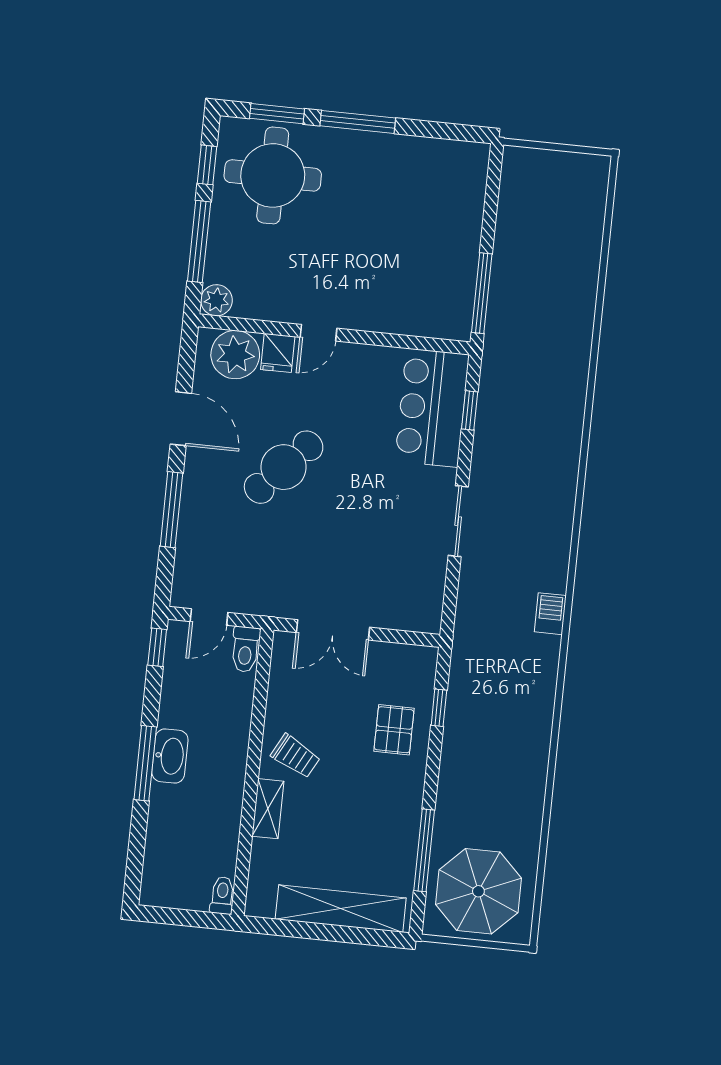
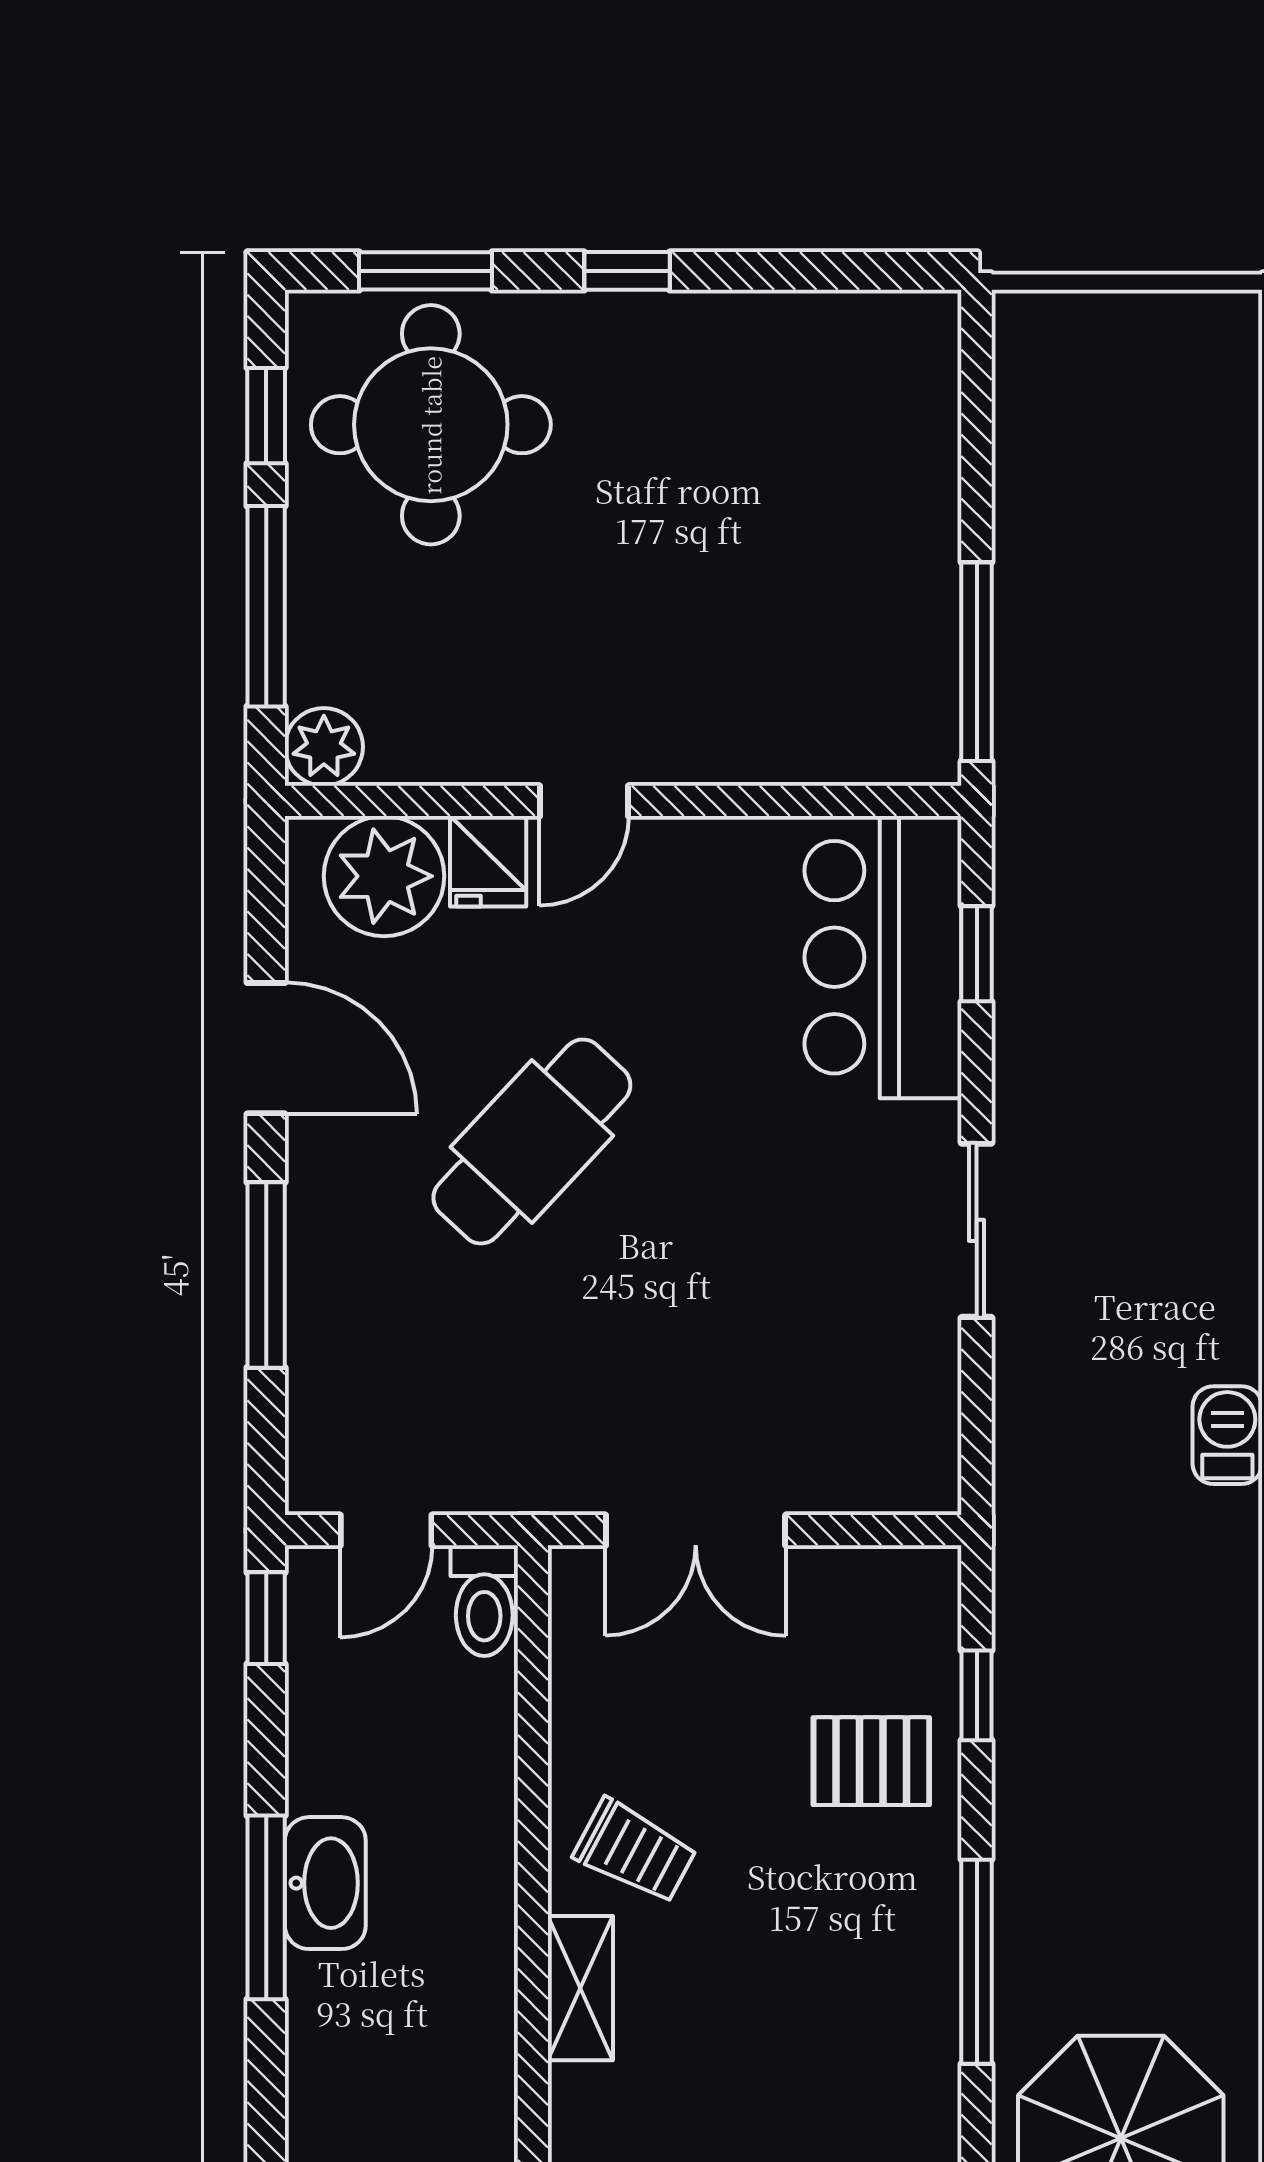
window: (358, 122) -> (627, 271), width x0.46
pallet: (394, 730) -> (871, 1761), turned 90
window: (424, 850) -> (977, 1962), moved

